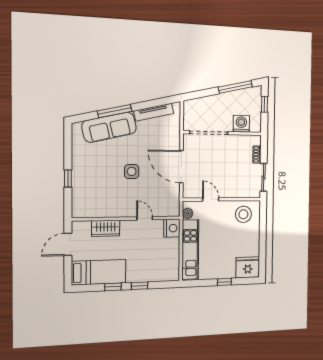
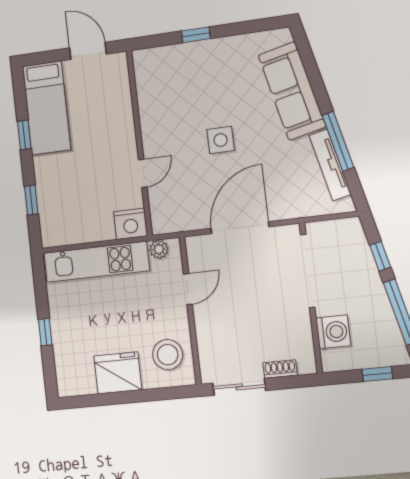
window: (206, 93) -> (380, 256), added
window: (115, 111) -> (338, 141), moved
wardrobe: (106, 228) -> (120, 109), removed
fridge: (248, 267) -> (118, 373), moved, turned -90
window: (140, 286) -> (31, 200), moved

